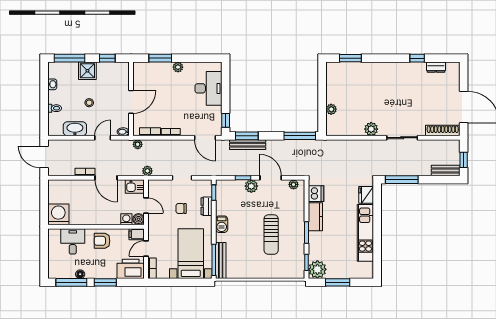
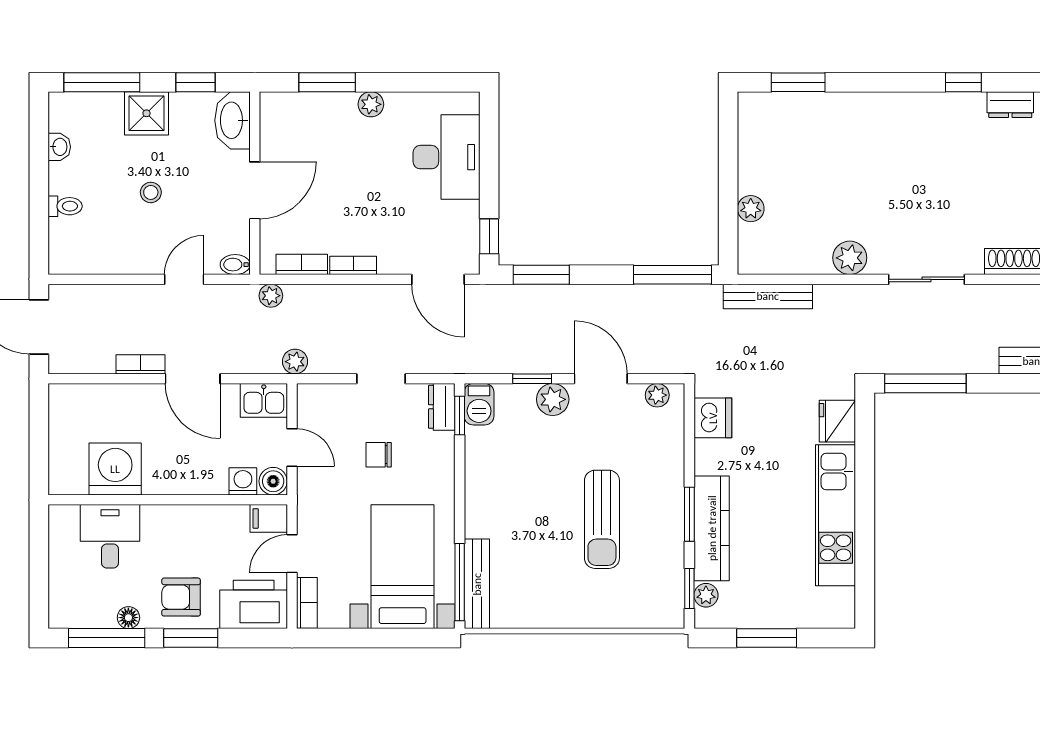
washbasin: (75, 129) -> (232, 120), moved, turned -90
bench: (248, 145) -> (768, 296), moved
dresser: (207, 206) -> (442, 407), moved
washing machine: (58, 214) -> (115, 469), moved
kitchen counter: (315, 217) -> (712, 528), moved, width x1.50
barbecue: (222, 224) -> (479, 404), moved
armchair: (102, 241) -> (181, 597), moved
plant: (317, 269) -> (706, 595), width x0.53, depth x0.53

